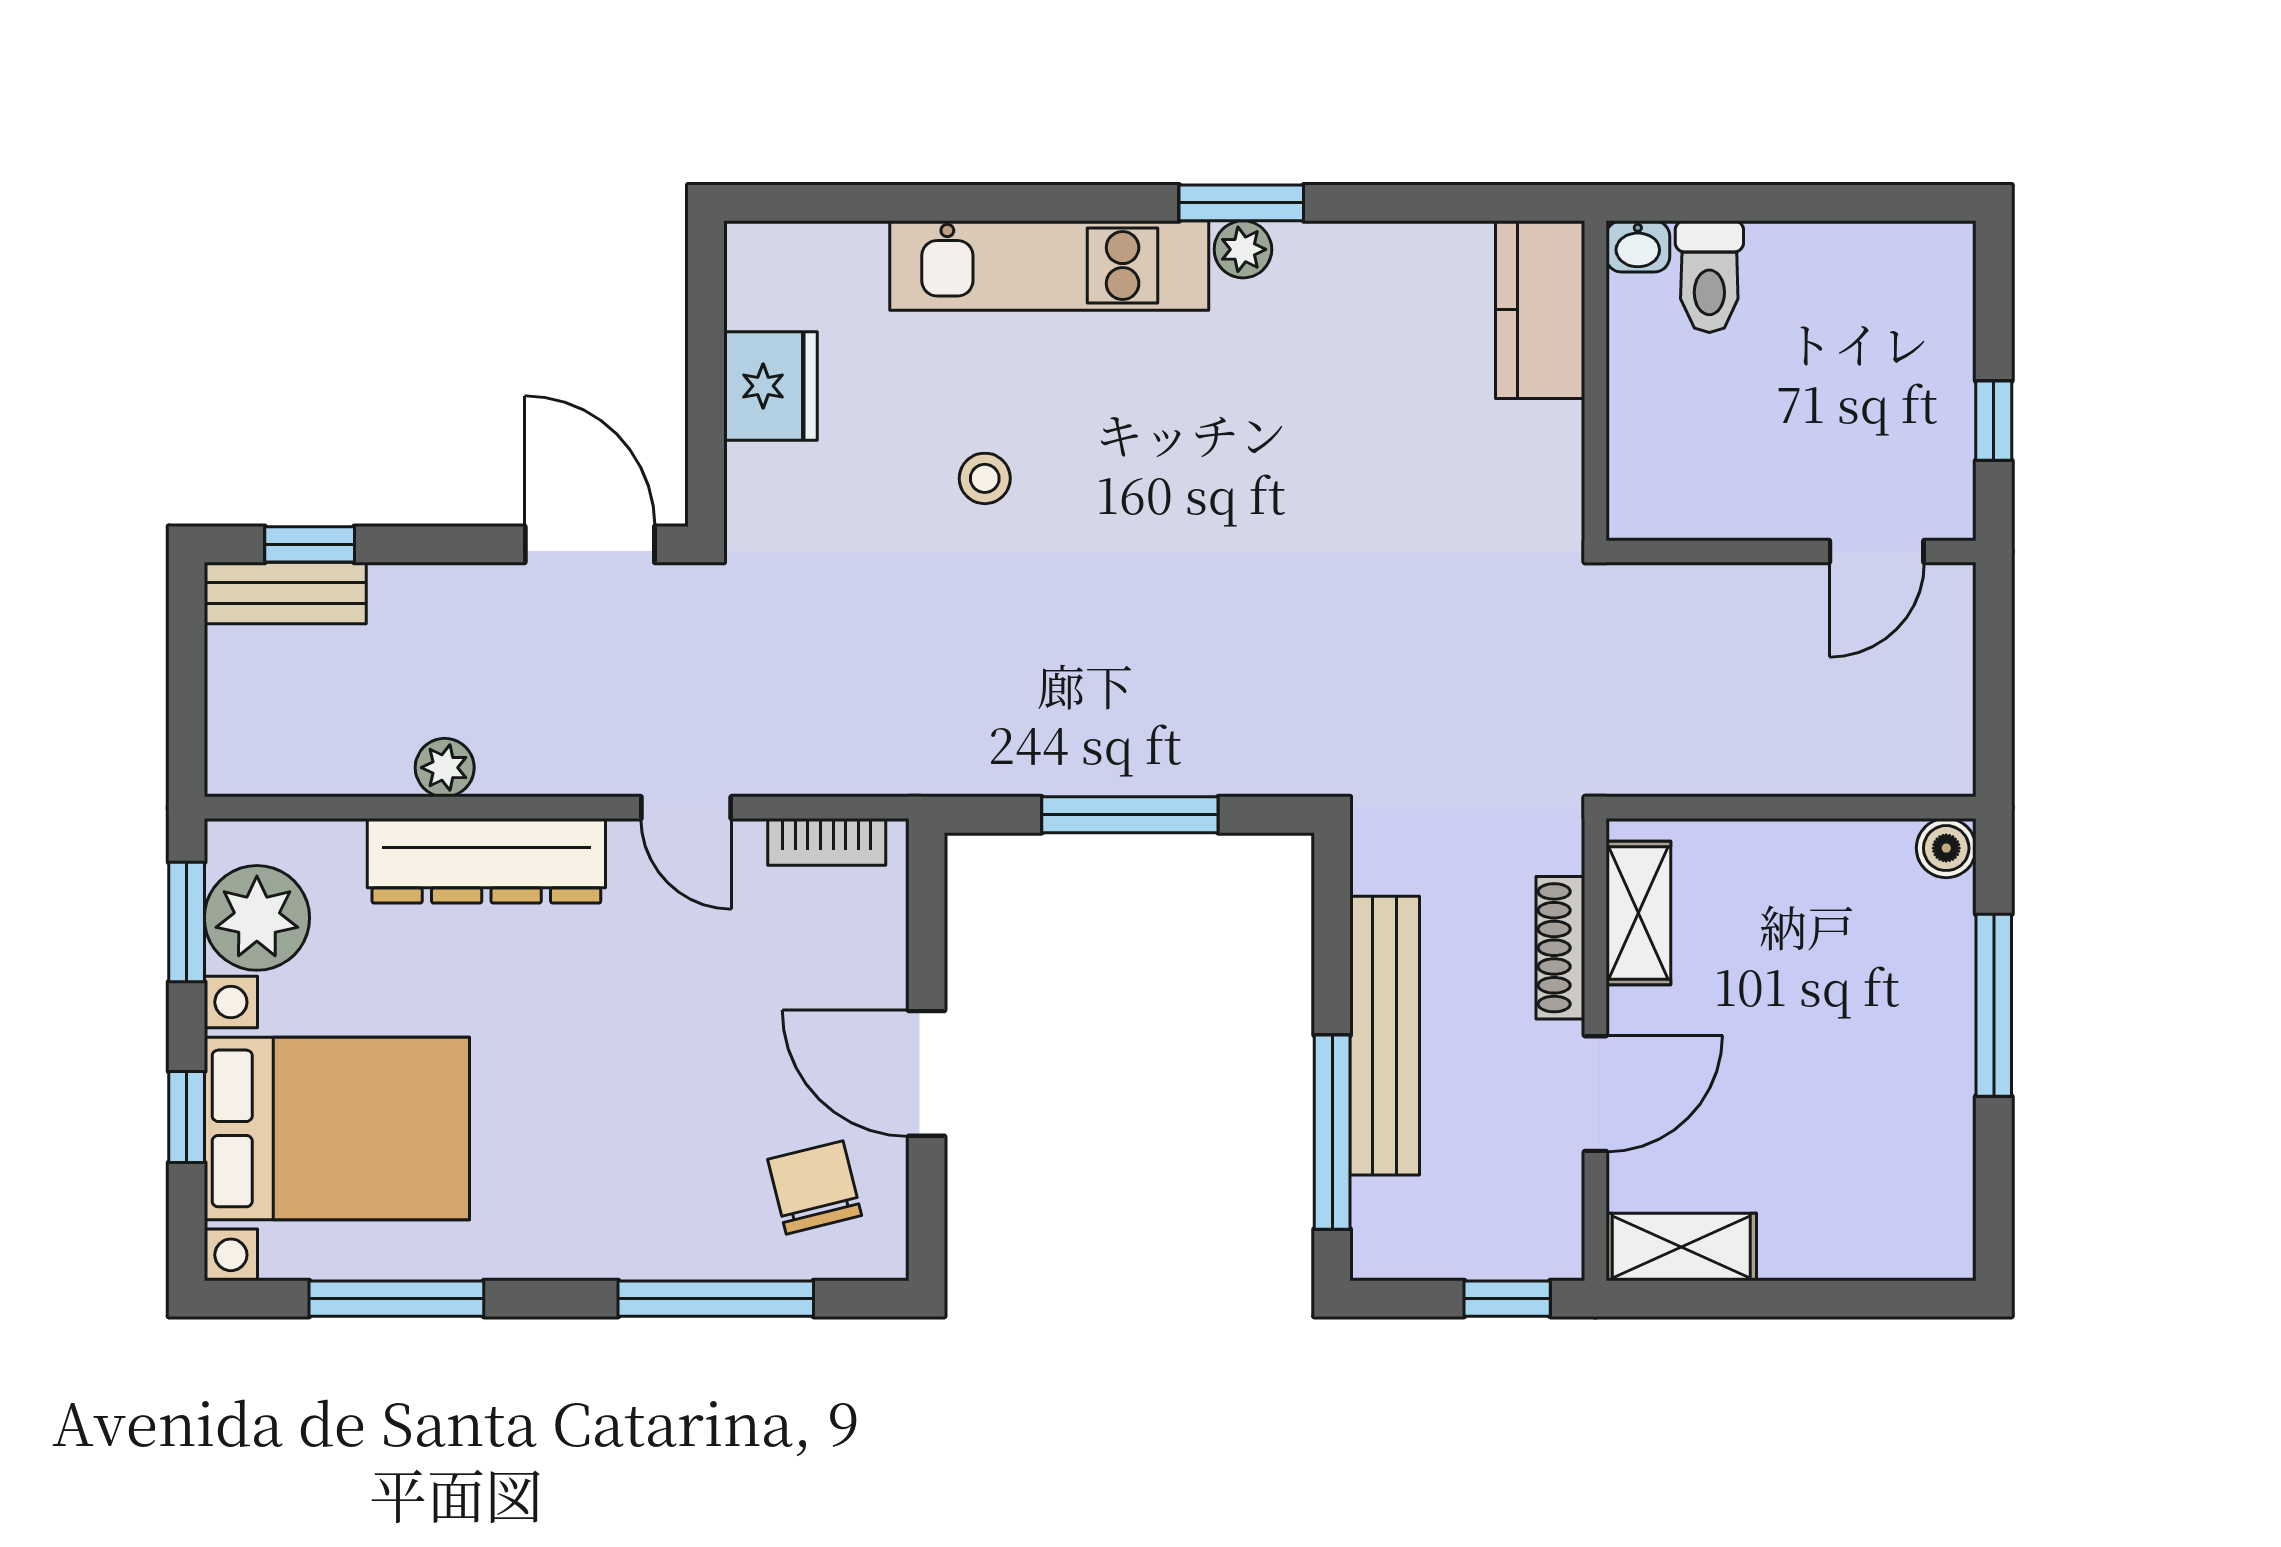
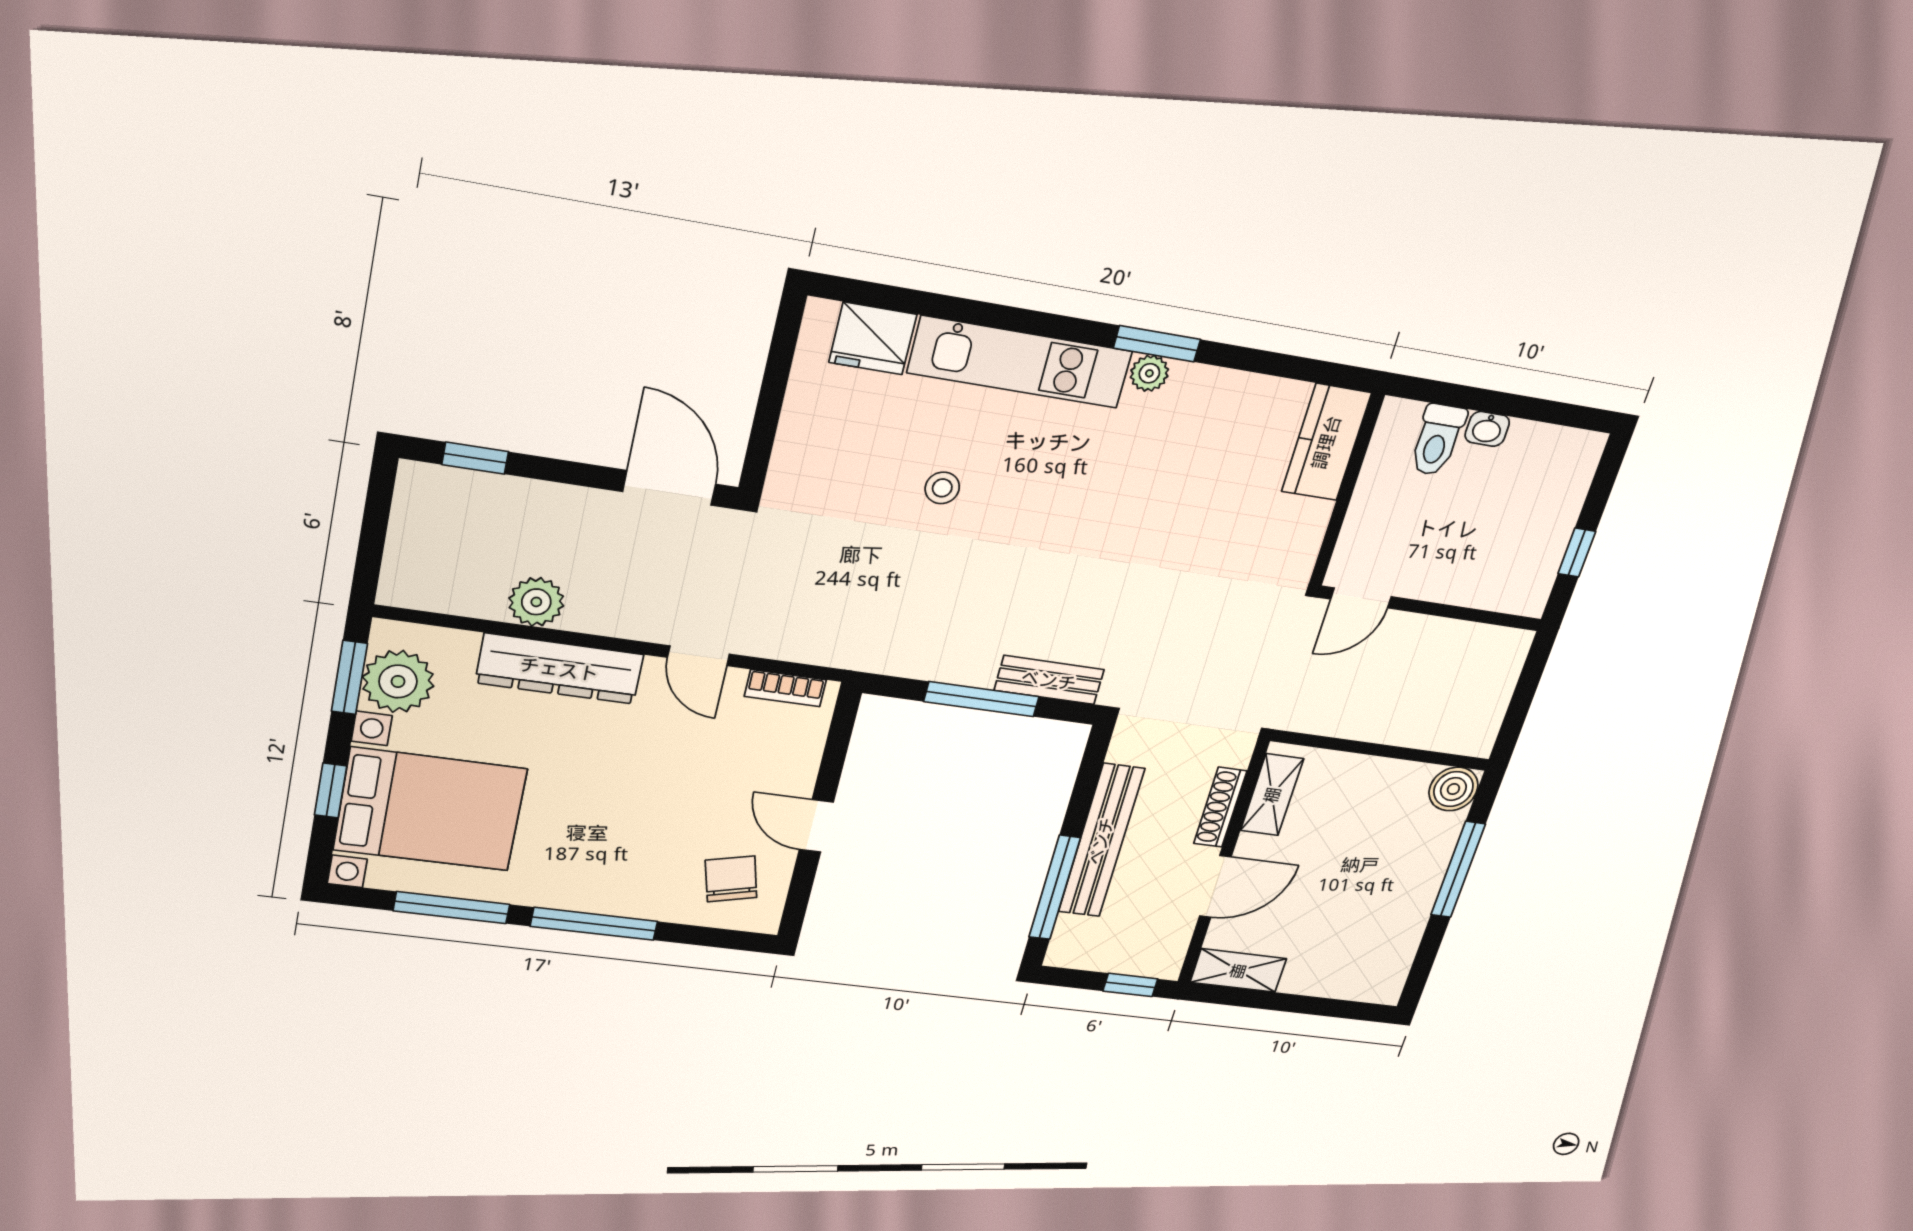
washbasin: (1638, 246) -> (1487, 429), moved
fridge: (771, 386) -> (873, 338), moved, turned 90
door: (1877, 551) -> (1361, 598), moved
bench: (285, 593) -> (1049, 680), moved
plant: (445, 768) -> (536, 602), width x1.38, depth x1.38
boiler: (1946, 848) -> (1453, 789), width x1.36, depth x1.36
door: (927, 1073) -> (816, 826), width x0.73
window: (716, 1299) -> (594, 924), moved

